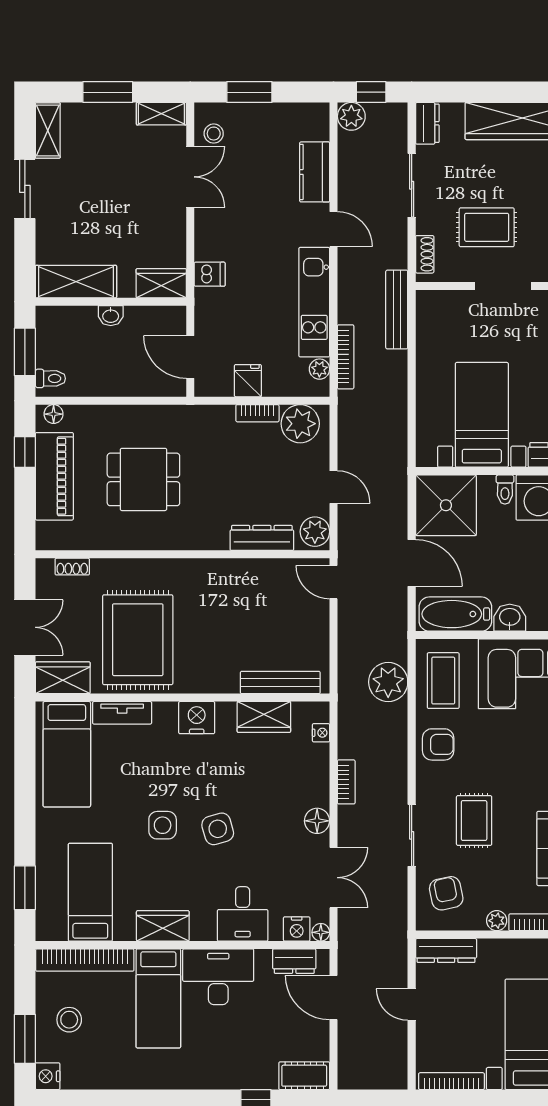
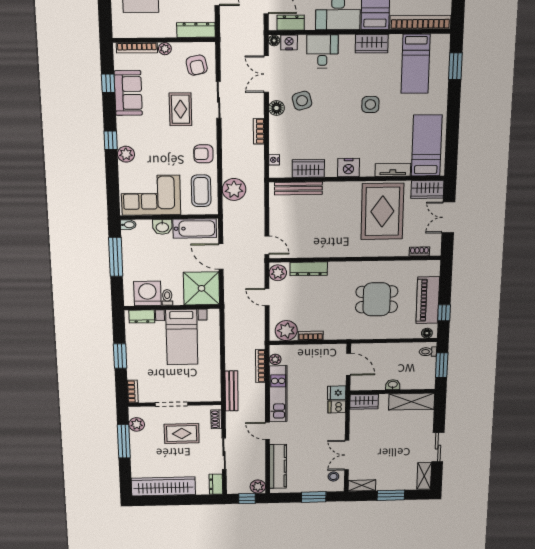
kitchen counter: (315, 172) -> (278, 466), width x1.50
fridge: (248, 381) -> (337, 393), moved, turned 90
side table: (218, 829) -> (302, 101), moved

